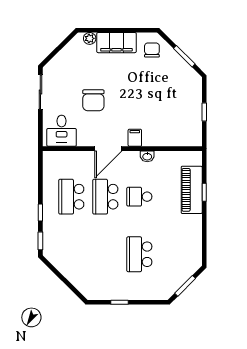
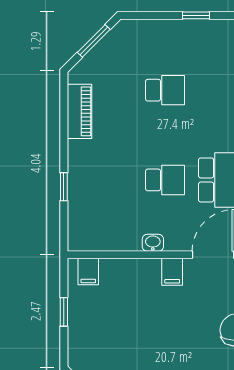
filing cabinet: (189, 138) -> (88, 272), added
piano: (192, 190) -> (80, 111), moved, width x0.73, depth x0.75
school desk: (139, 254) -> (165, 90), width x0.54

